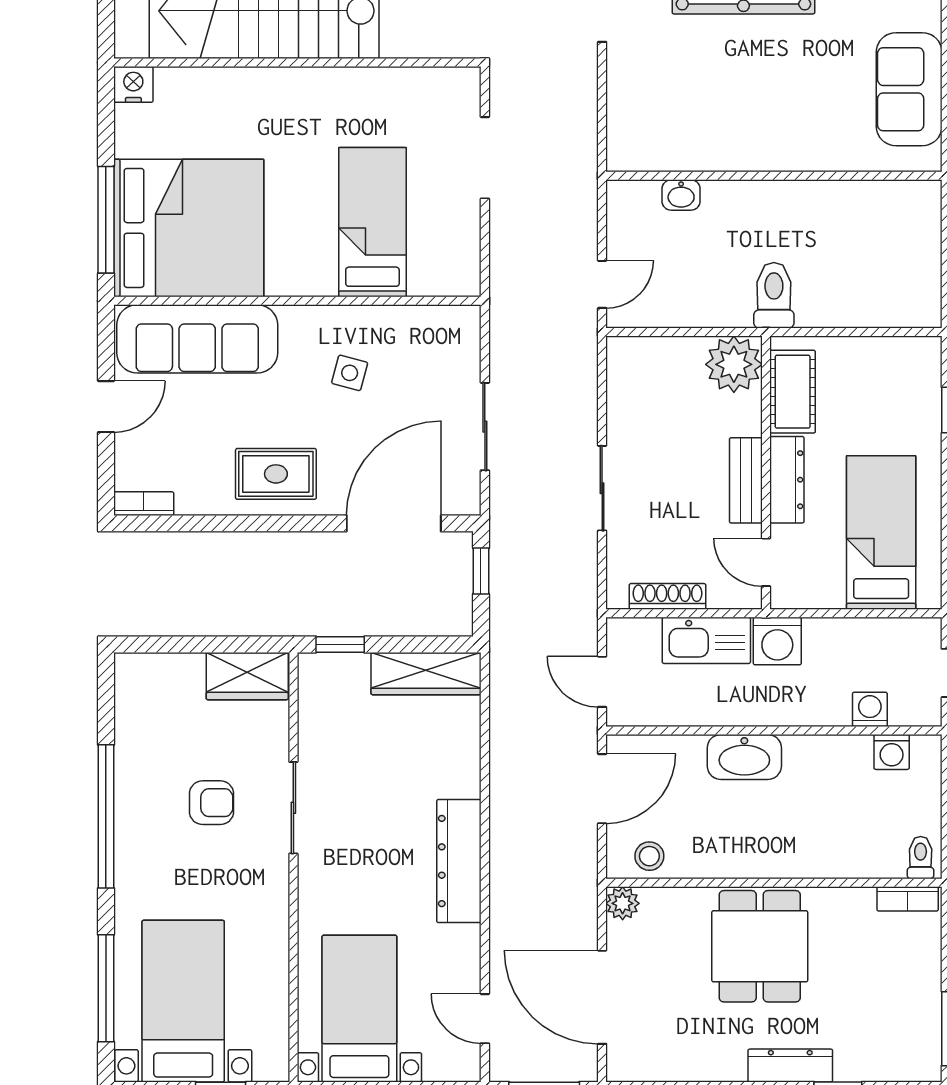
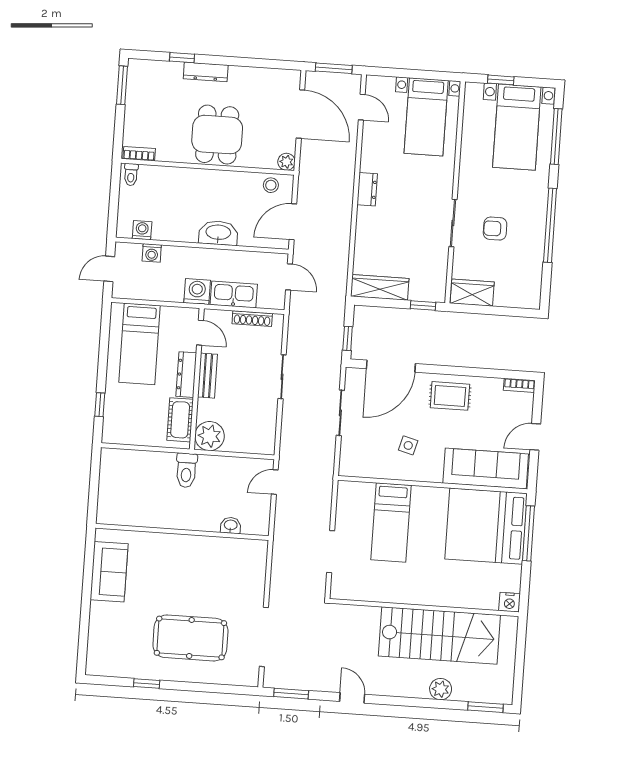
dresser: (459, 861) -> (367, 189), width x0.51, depth x0.80

